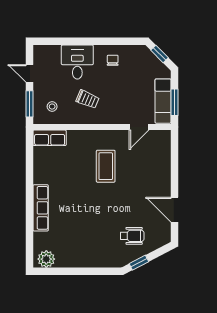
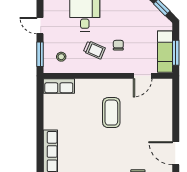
chair: (113, 60) -> (118, 45), moved

